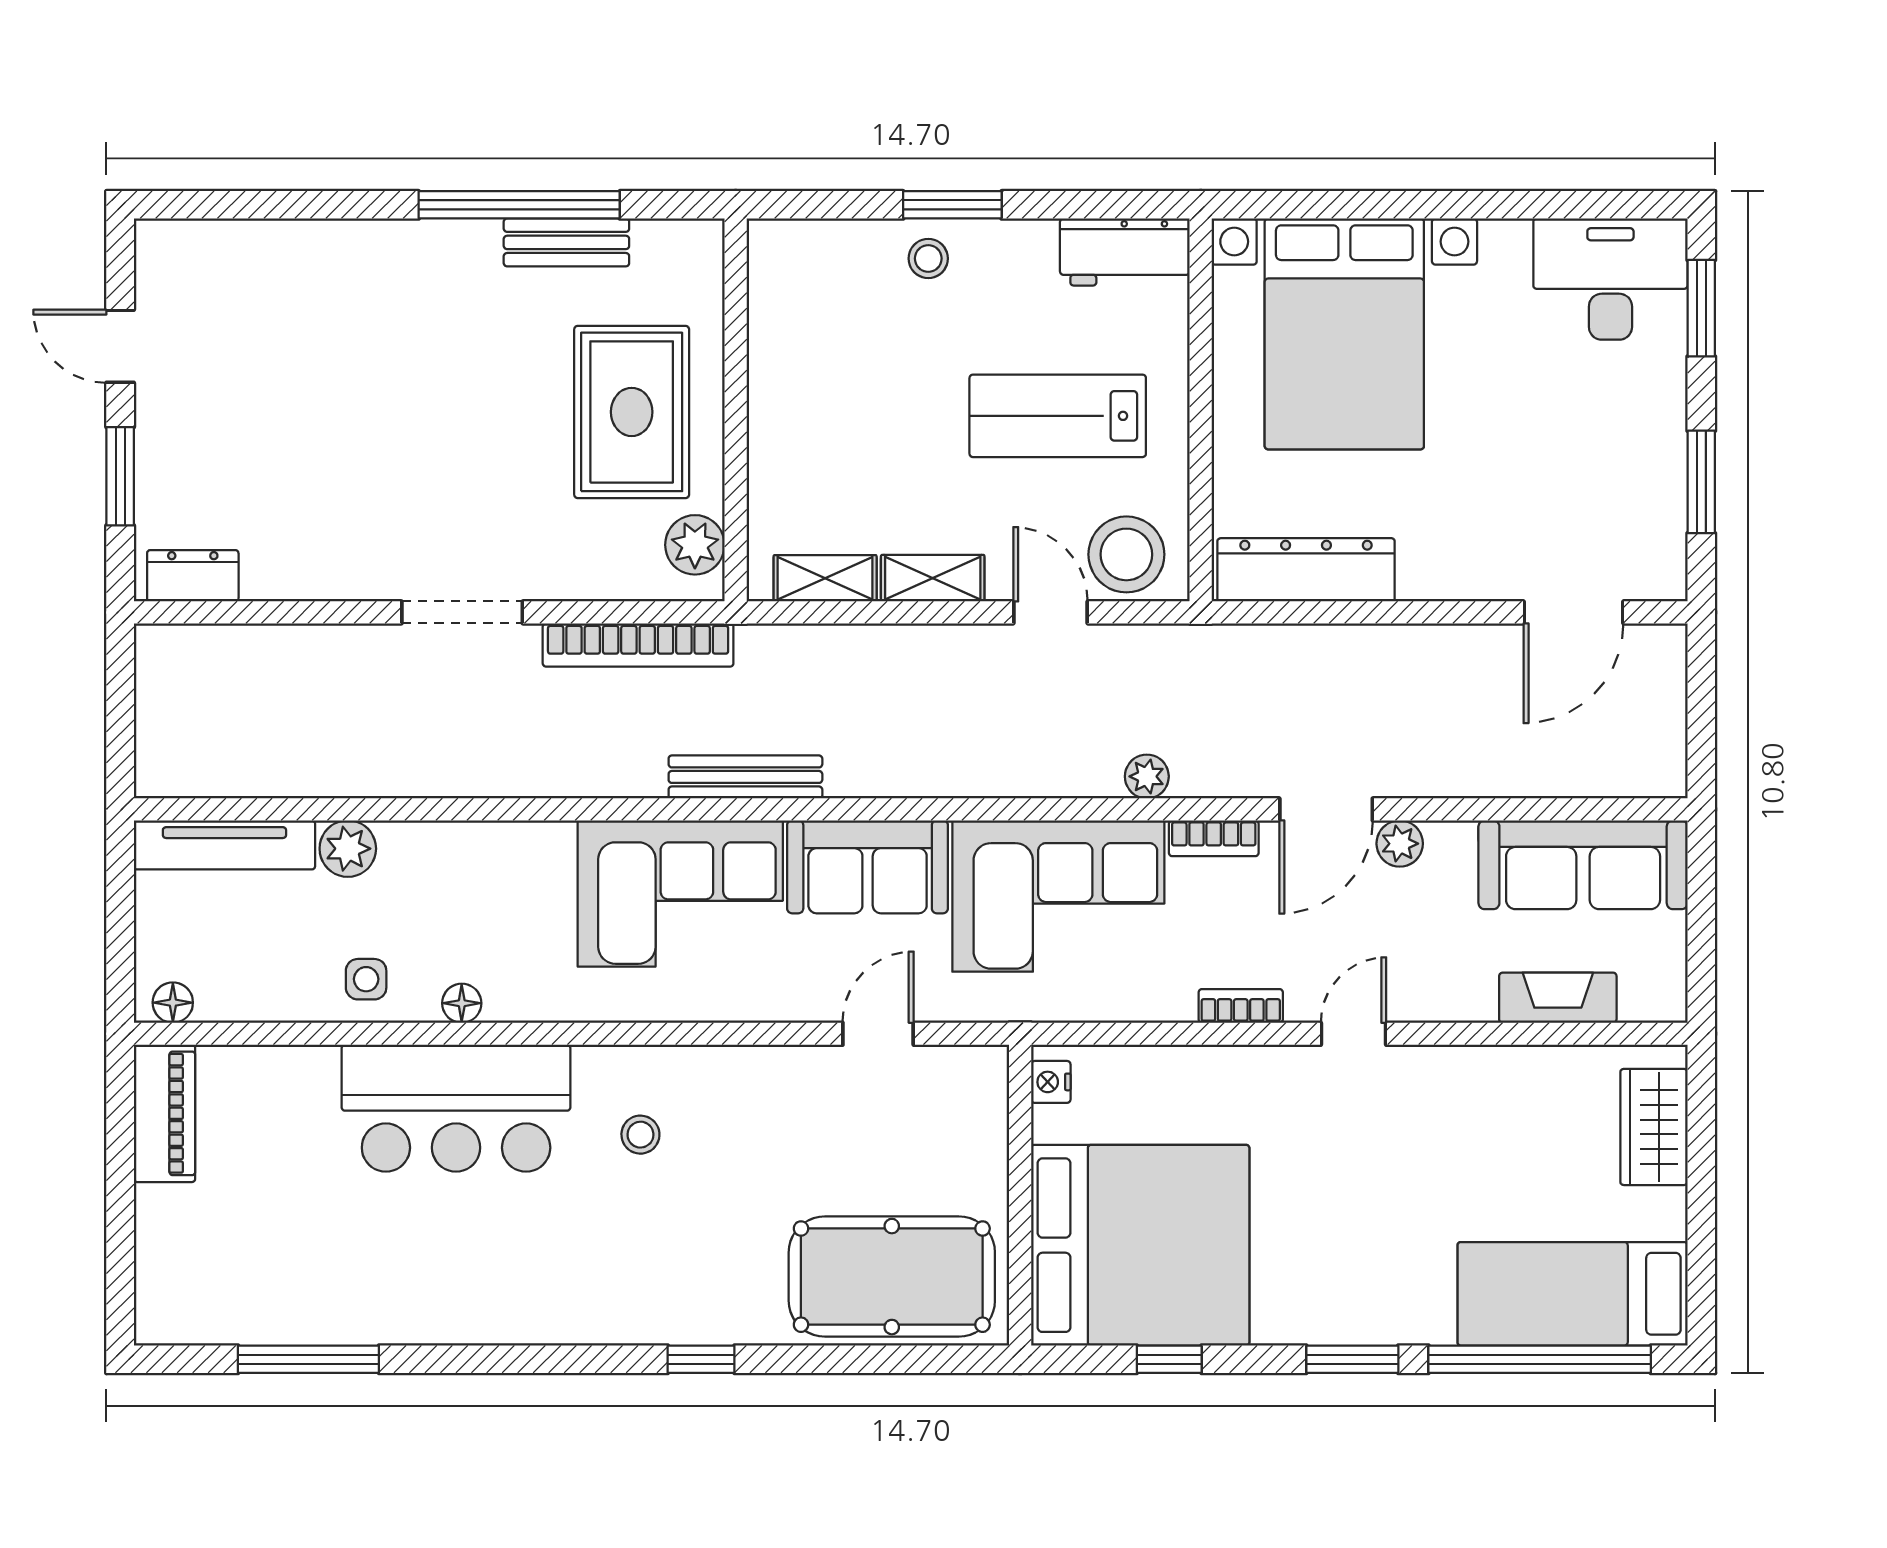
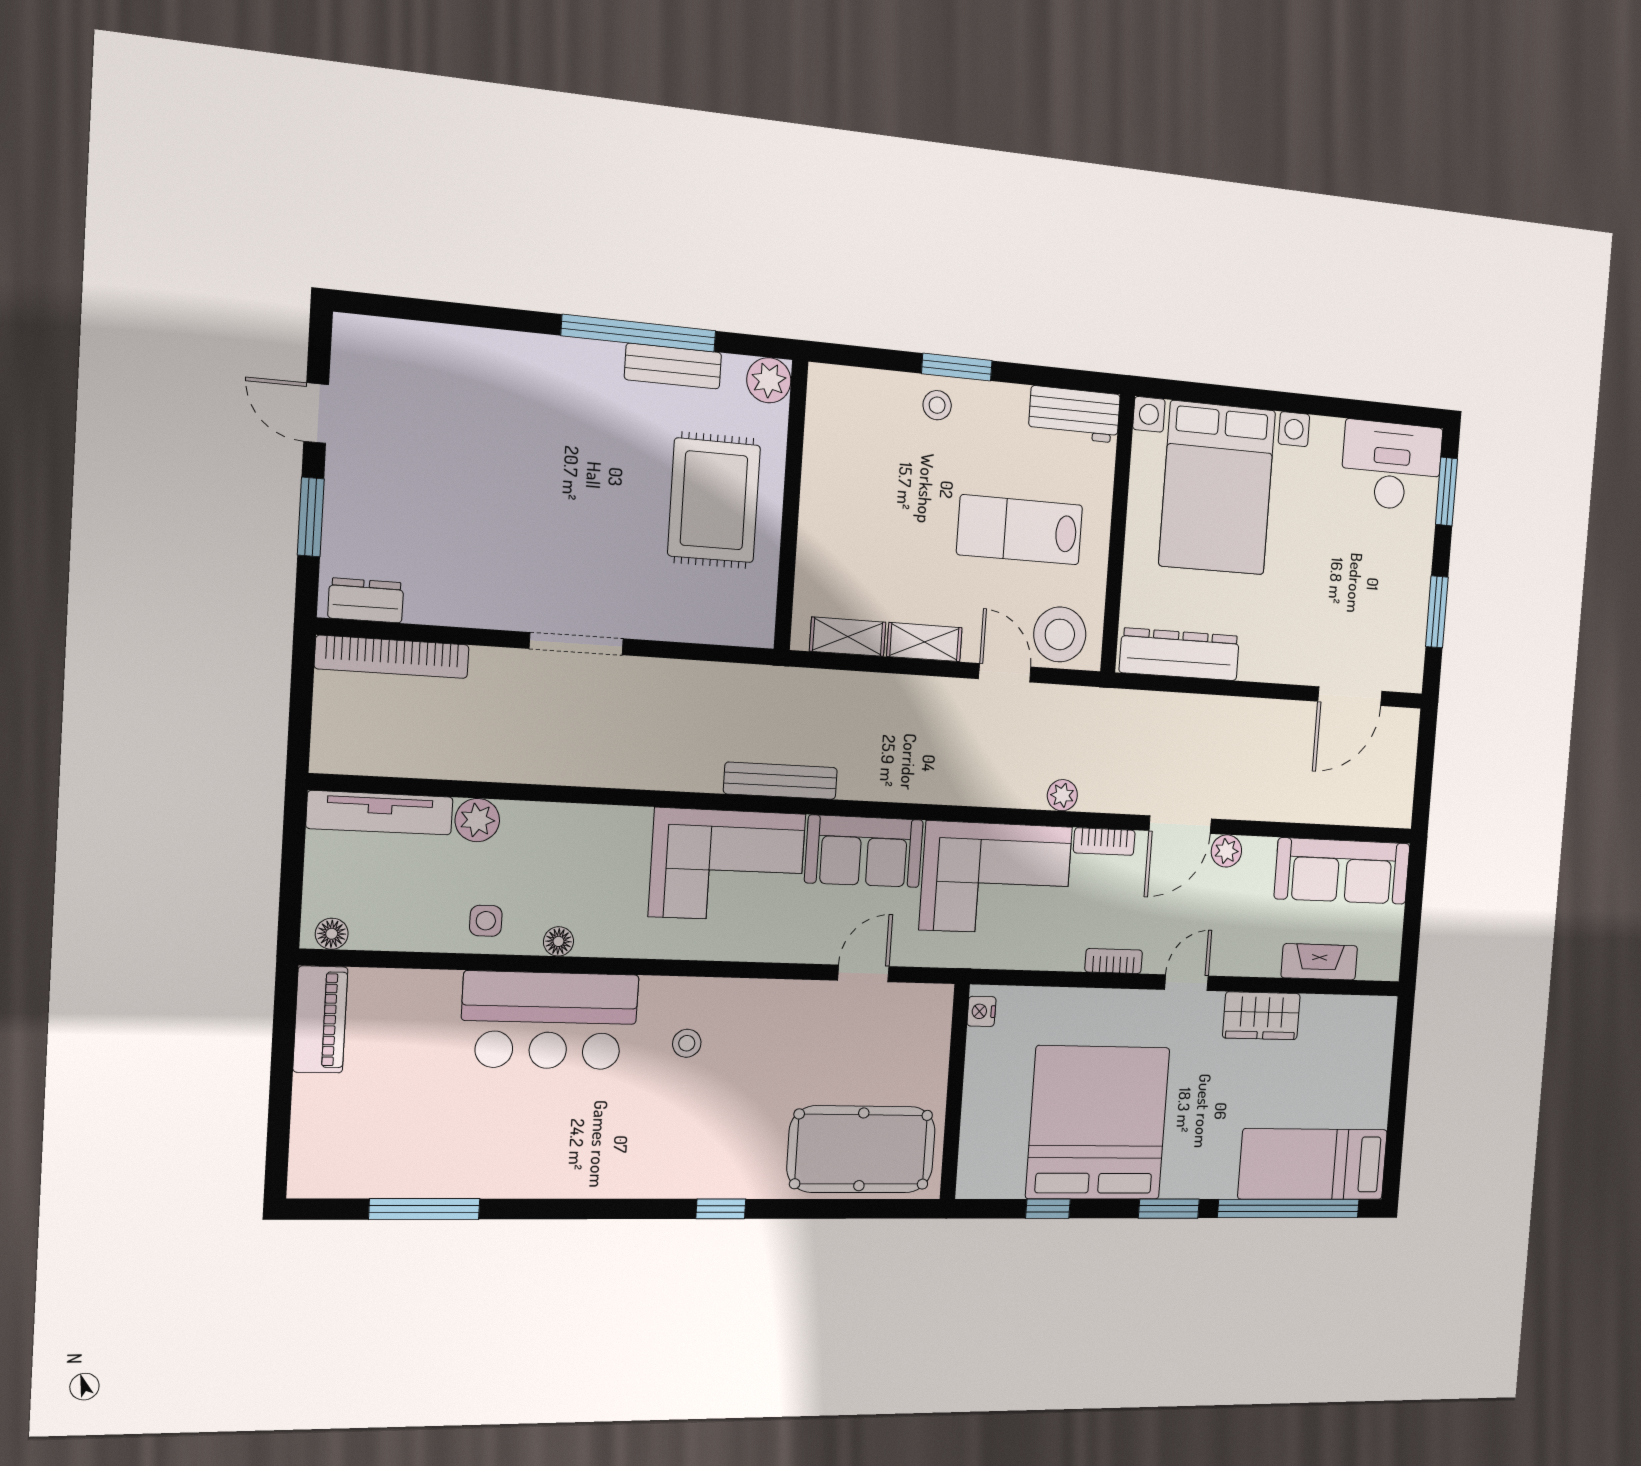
plant: (695, 545) -> (769, 380), moved
bookcase: (638, 645) -> (392, 657), moved
wardrobe: (1654, 1127) -> (1261, 1016), moved, turned -90
bed: (1140, 1245) -> (1098, 1123), moved, turned -90

